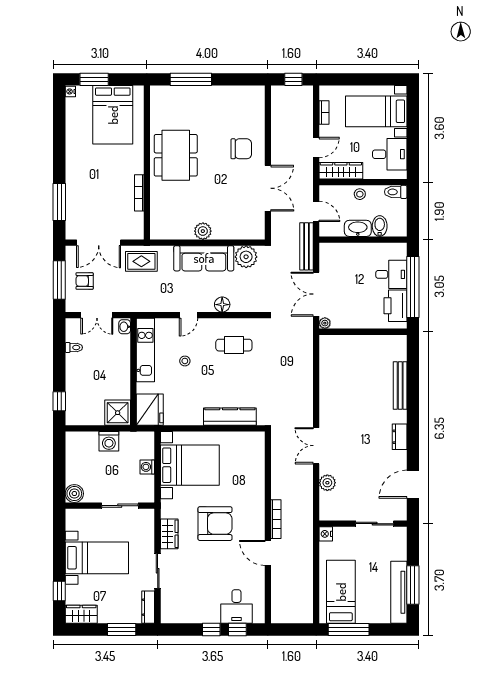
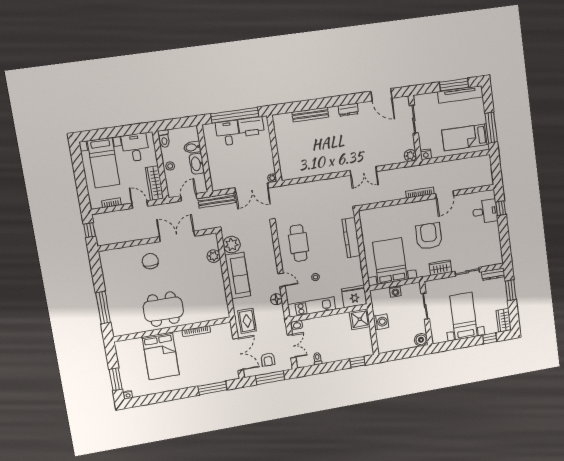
bed: (113, 115) -> (161, 356), moved, turned 90
plant: (203, 231) -> (214, 256), moved
floor lamp: (222, 305) -> (276, 299), moved
cafe table: (234, 345) -> (299, 243), width x1.37, depth x1.35
plant: (327, 483) -> (410, 155), moved
window: (211, 629) -> (503, 227), removed

